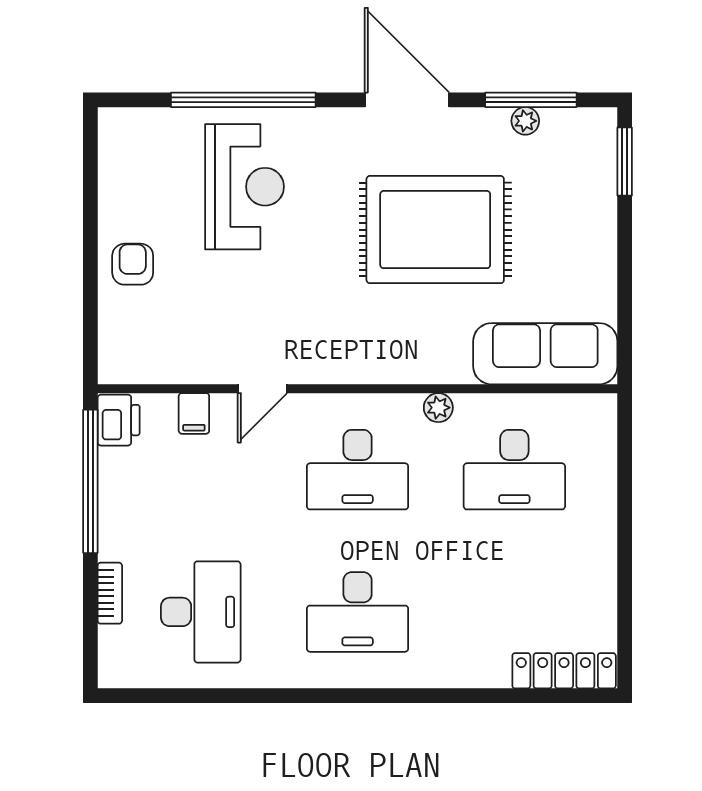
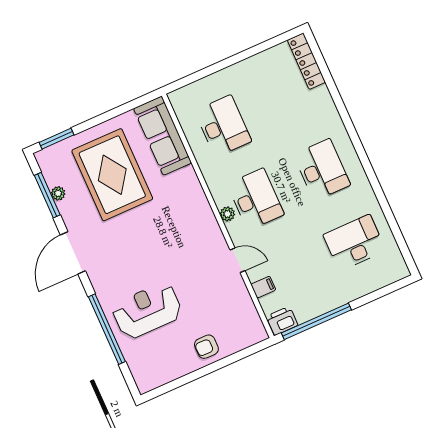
rug: (435, 230) -> (112, 175), moved
plant: (438, 408) -> (227, 214), moved
bookcase: (110, 593) -> (365, 289), removed

